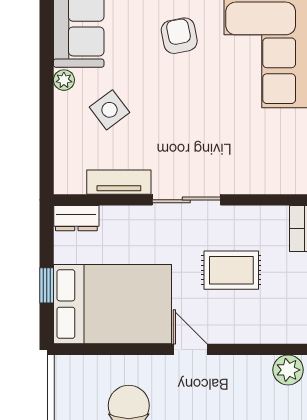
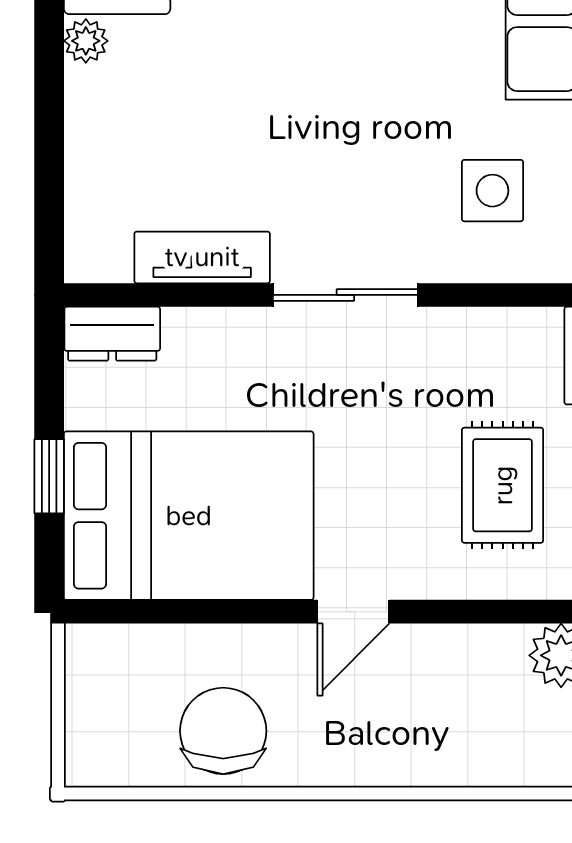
side table: (109, 110) -> (492, 191), moved, turned 37
rug: (231, 270) -> (503, 485), moved, turned 90
door: (190, 349) -> (353, 612), swing flipped

